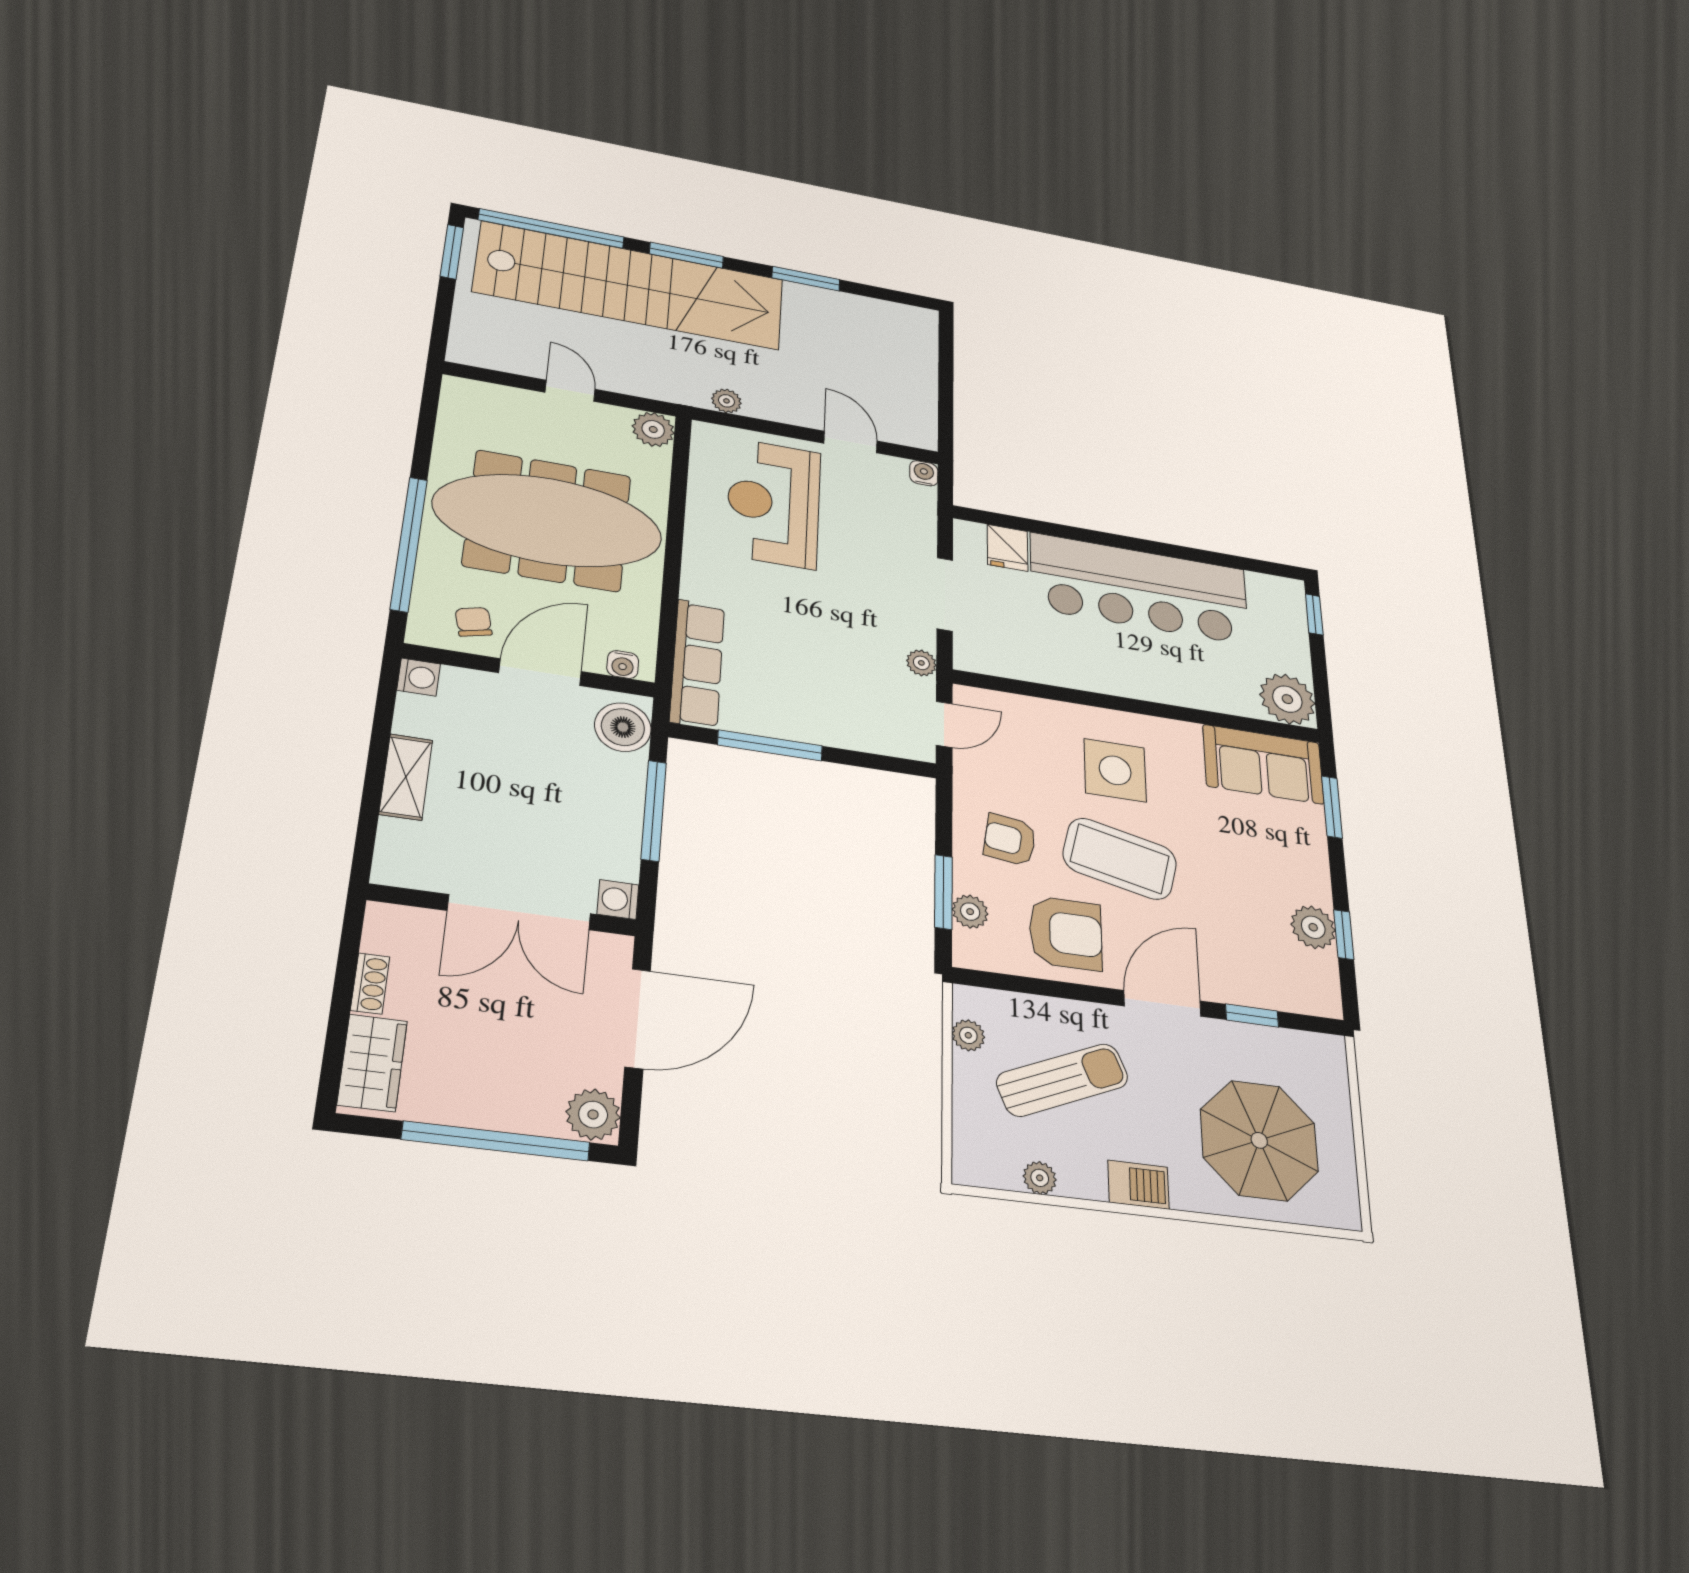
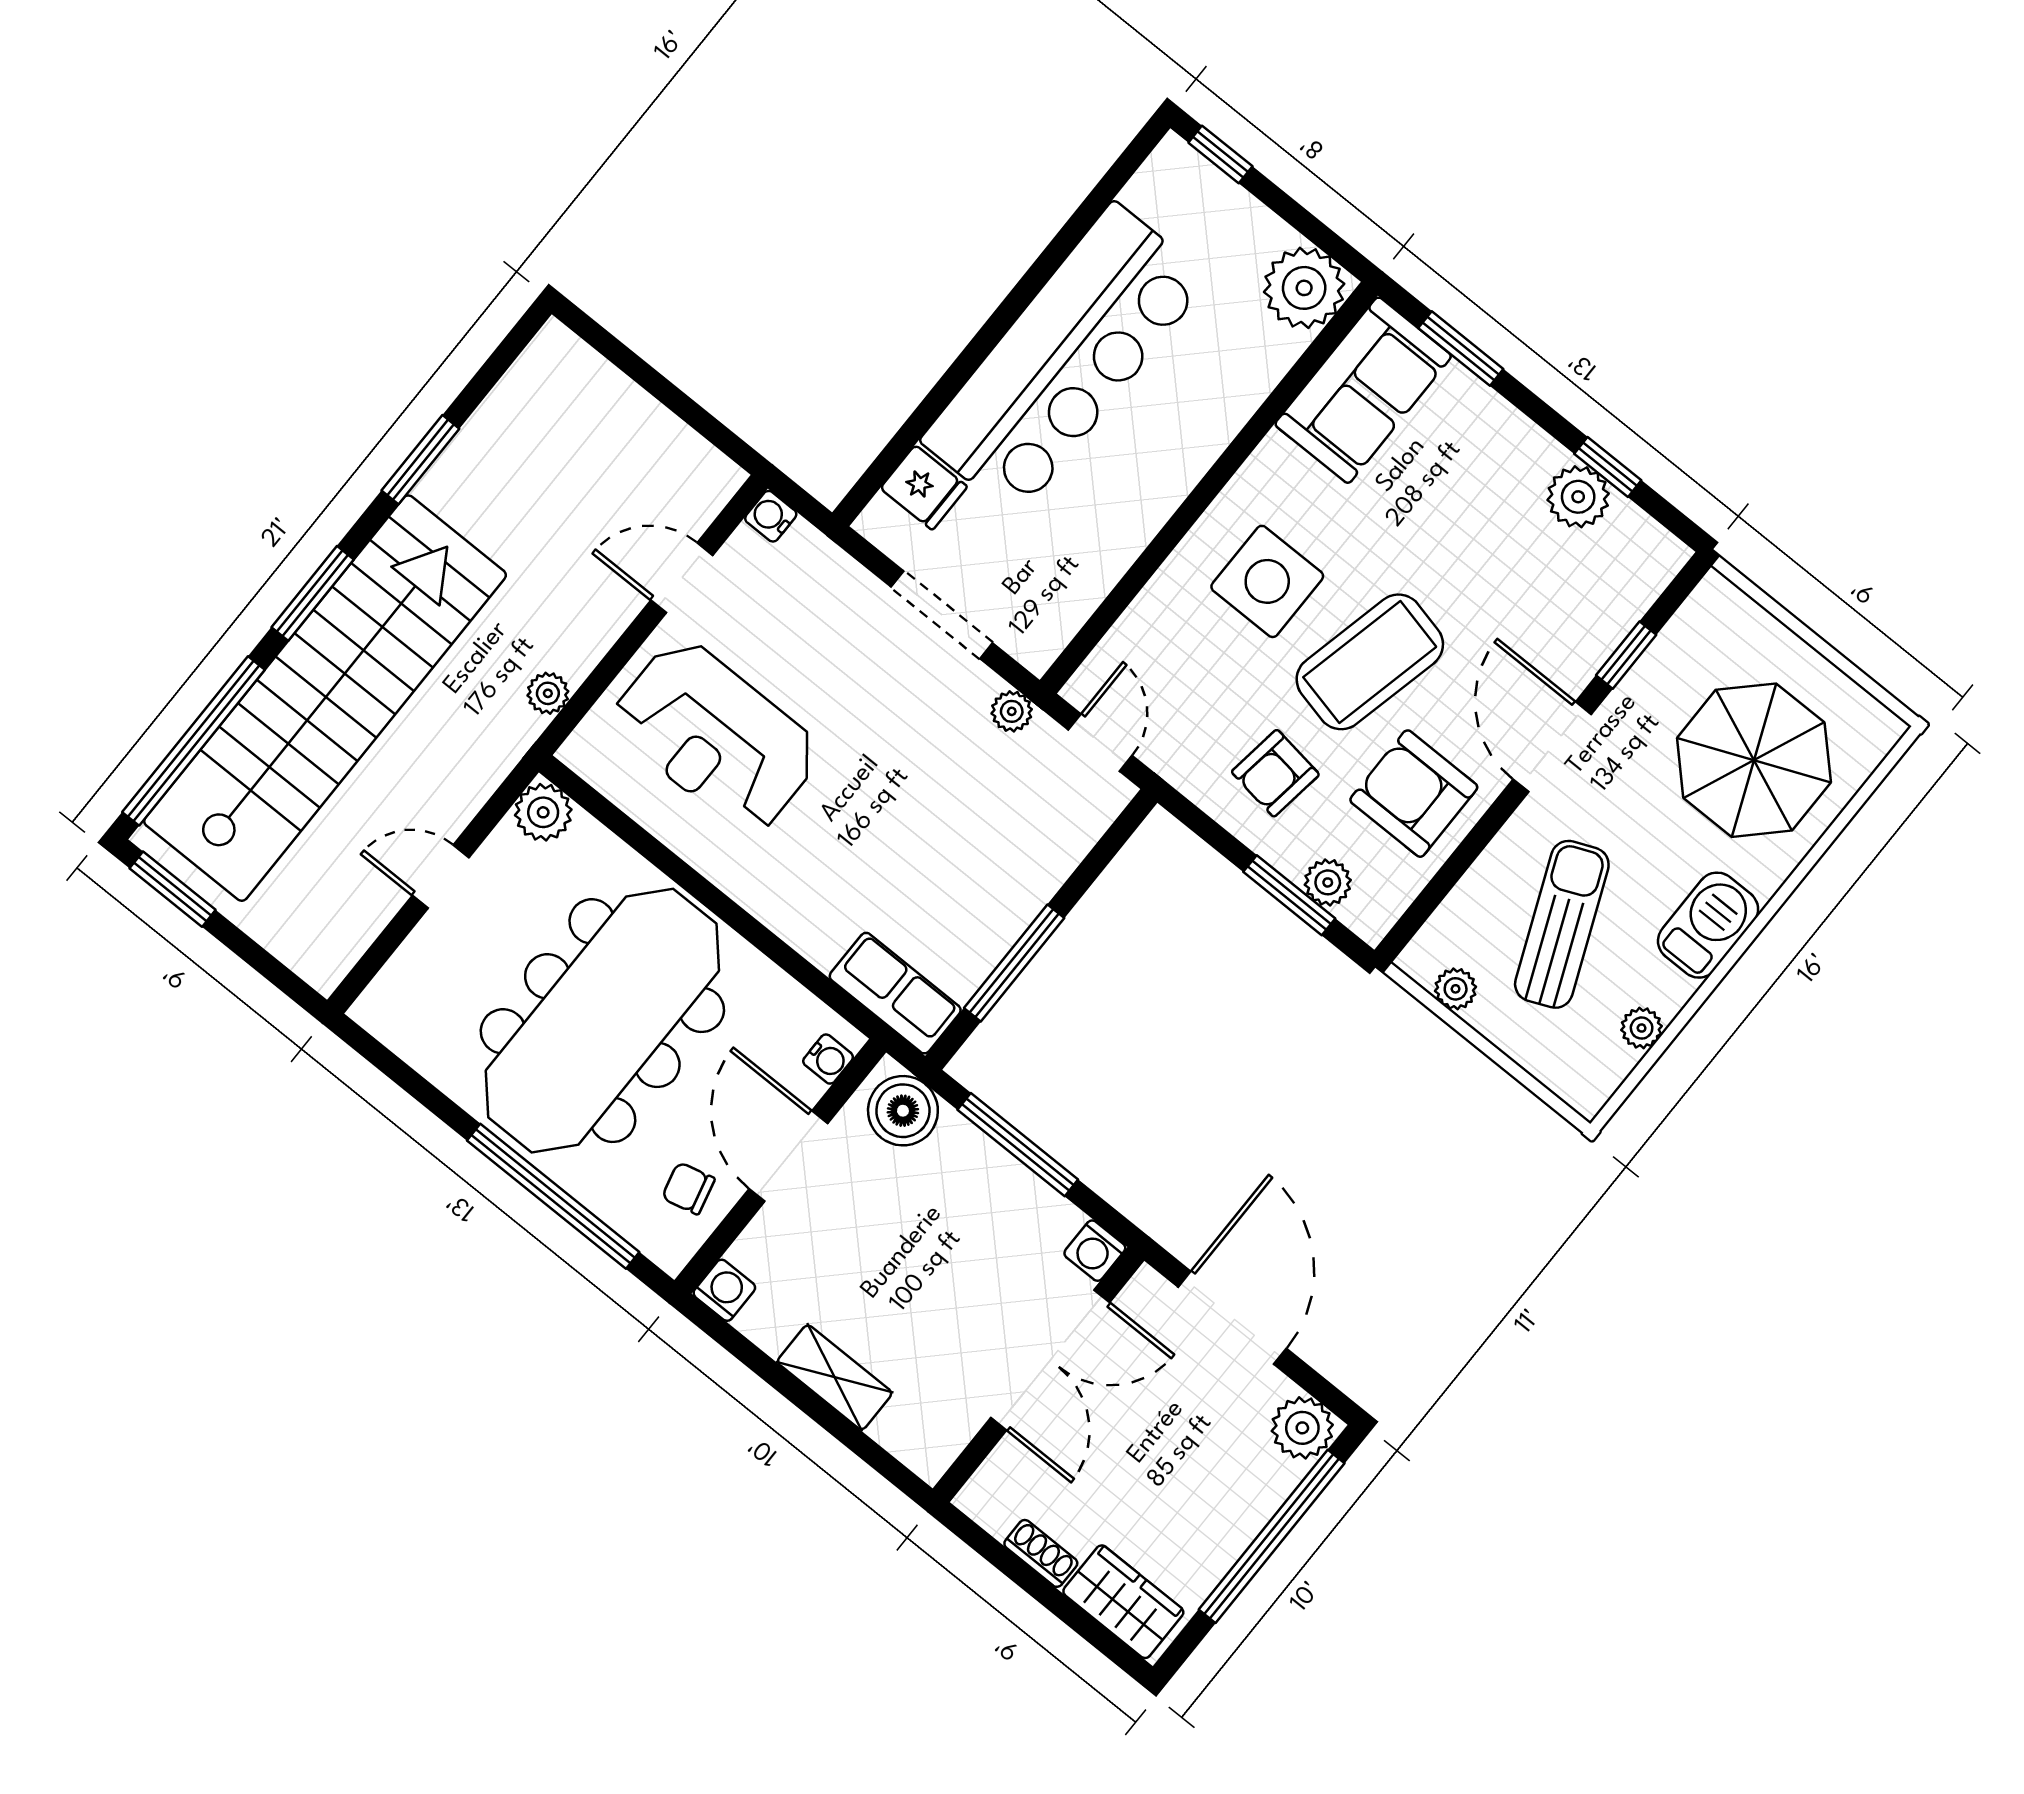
row of seats: (697, 664) -> (895, 993), width x0.68
armchair: (1066, 933) -> (1414, 794), turned -90
barbecue: (1138, 1185) -> (1708, 925), width x1.38, depth x1.27

